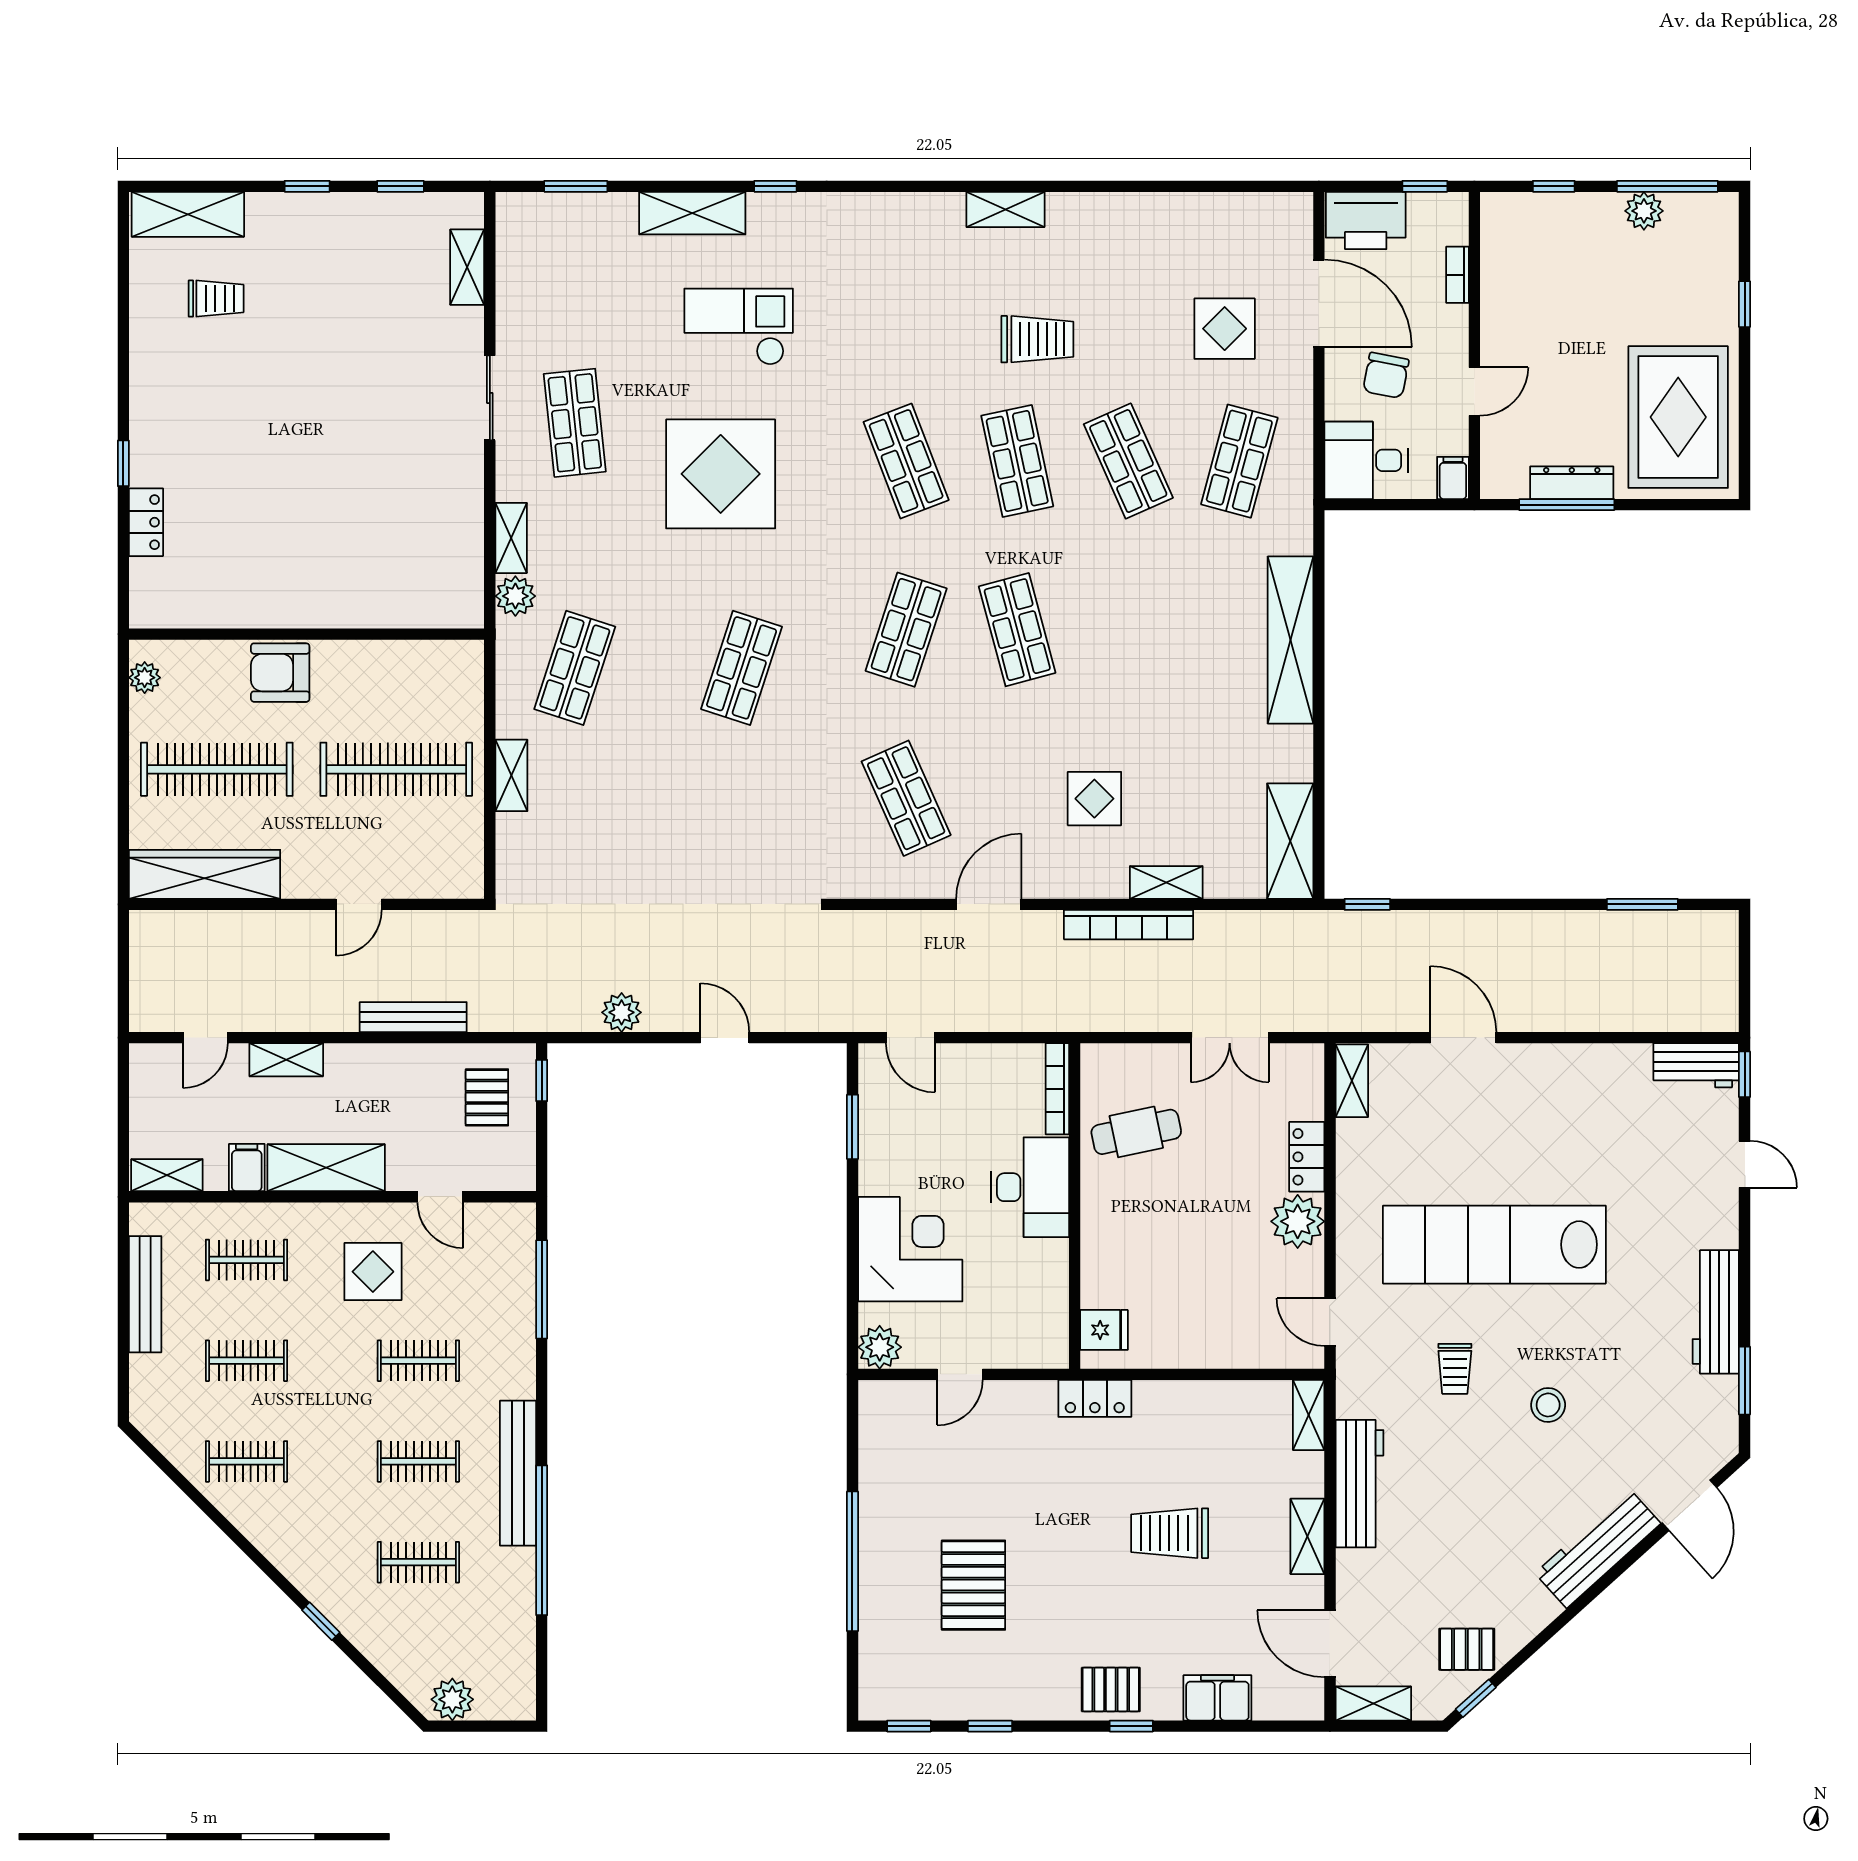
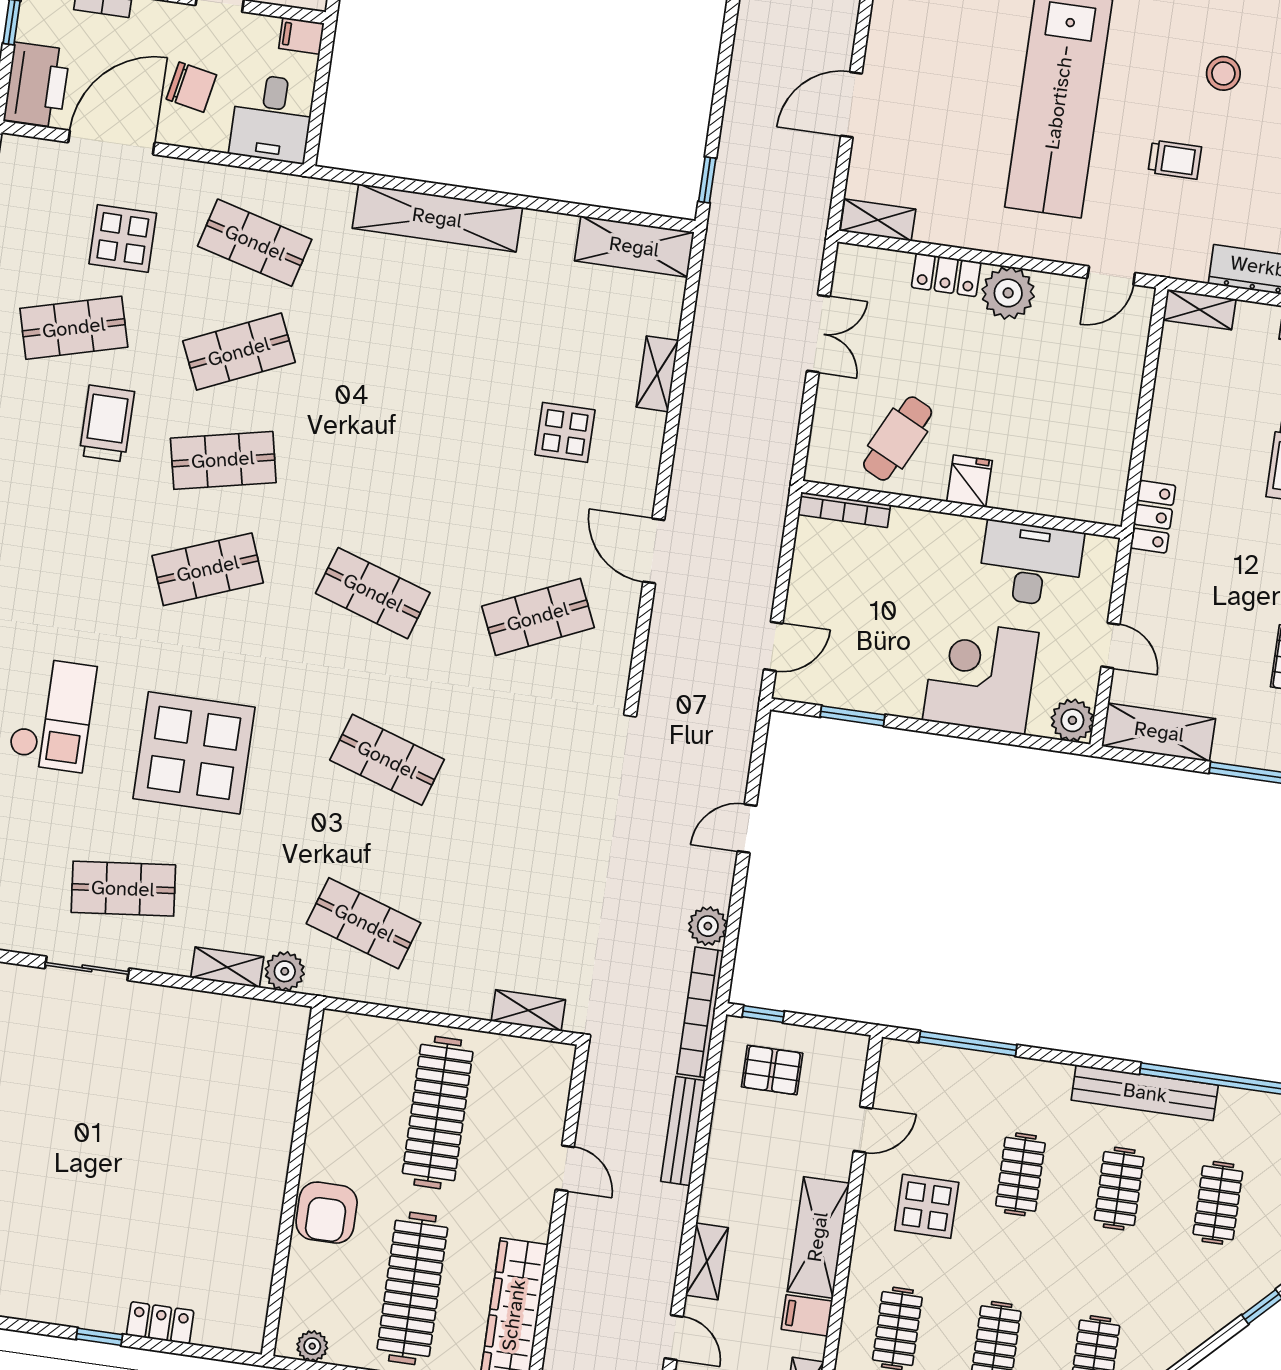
checkout: (739, 327) -> (52, 714), turned 180
shop shelf: (1017, 630) -> (74, 328), moved
shelving: (511, 775) -> (528, 1010), moved
bookcase: (1129, 925) -> (700, 1012), moved, turned 180
cafe table: (1136, 1132) -> (898, 439), turned 38
desk: (1030, 1187) -> (1031, 564), moved
fridge: (1104, 1330) -> (969, 481), moved
shelving: (880, 1435) -> (1159, 732), added

